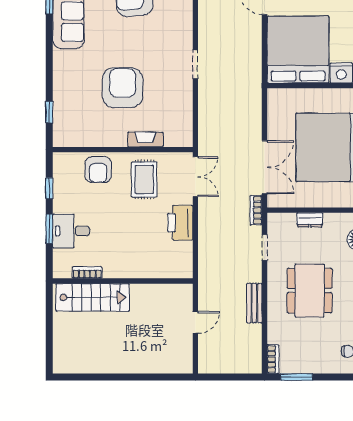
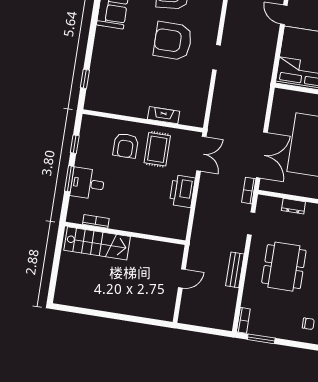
armchair: (123, 88) -> (173, 41), moved, turned -90
armchair: (98, 170) -> (126, 146), moved

